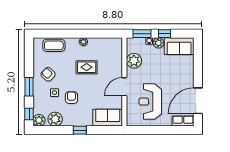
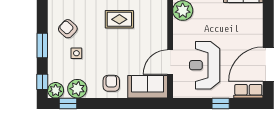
door: (124, 87) -> (170, 62), moved
armchair: (71, 98) -> (111, 83), moved
window: (80, 130) -> (68, 104), moved
window: (162, 130) -> (221, 104), added

